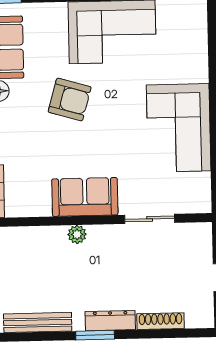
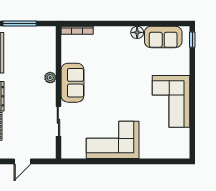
armchair: (70, 100) -> (131, 75), removed

